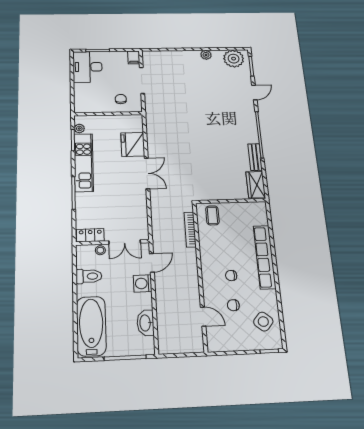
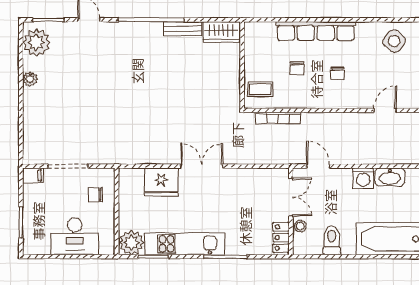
desk: (88, 67) -> (75, 236), moved
plant: (79, 128) -> (131, 243), width x1.87, depth x1.87
washing machine: (143, 283) -> (363, 178), moved
chair: (233, 305) -> (297, 68), moved

